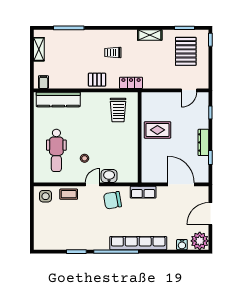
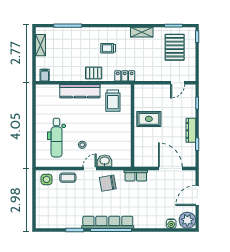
kitchen counter: (58, 99) -> (80, 91), moved
row of seats: (138, 243) -> (108, 222), moved

